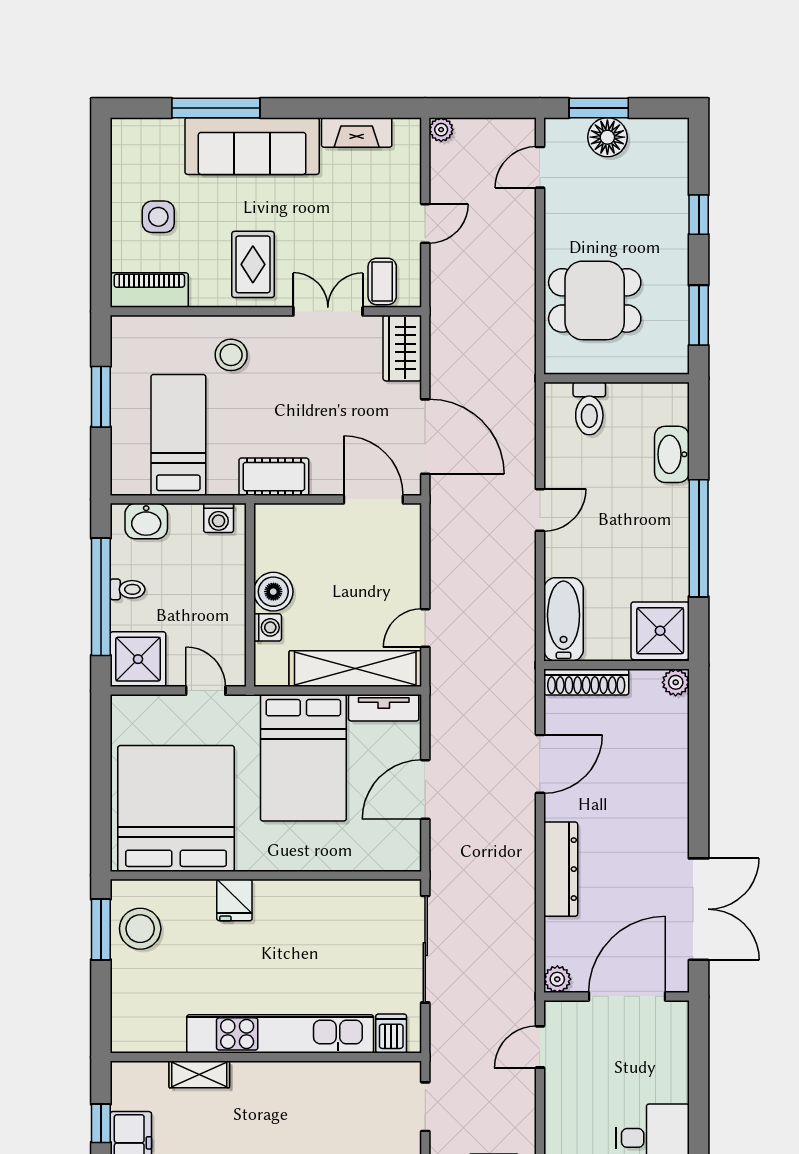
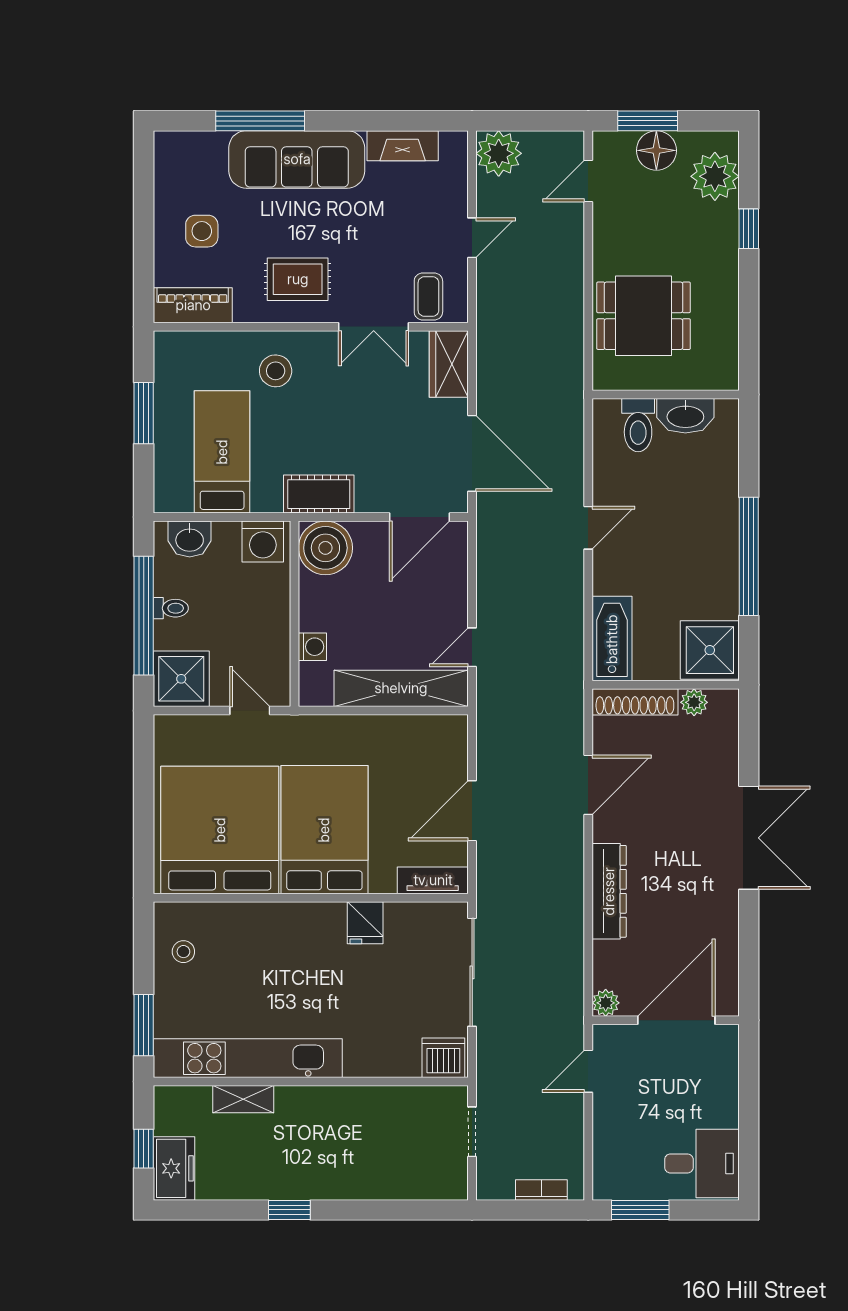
plant: (441, 130) -> (499, 153), width x1.87, depth x1.87
plant: (665, 163) -> (715, 176), added
rug: (253, 264) -> (298, 279), turned 90
double door: (328, 311) -> (374, 327), swing flipped
window: (699, 315) -> (749, 331), removed
washbasin: (672, 454) -> (685, 416), moved, turned -90
door: (373, 499) -> (420, 517), swing flipped
washing machine: (219, 518) -> (263, 542), width x1.38, depth x1.38
boiler: (273, 592) -> (325, 548), moved, width x1.37, depth x1.37
plant: (676, 682) -> (694, 702), moved
tv unit: (384, 708) -> (433, 880), moved, turned 180
bed: (303, 758) -> (324, 830), moved, turned 180
fridge: (234, 900) -> (365, 923), moved
double door: (699, 909) -> (749, 838), moved
window: (101, 929) -> (144, 1025), moved
stool: (140, 929) -> (183, 952), width x0.53, depth x0.53
kitchen unit: (280, 1034) -> (248, 1058), moved
dishwasher: (391, 1034) -> (443, 1058), width x1.38

